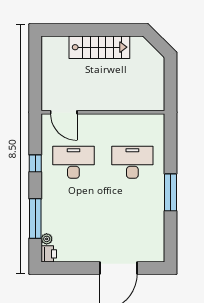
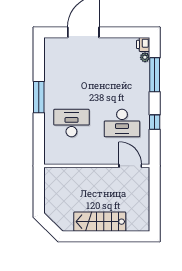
desk: (132, 162) -> (71, 123), turned 180

